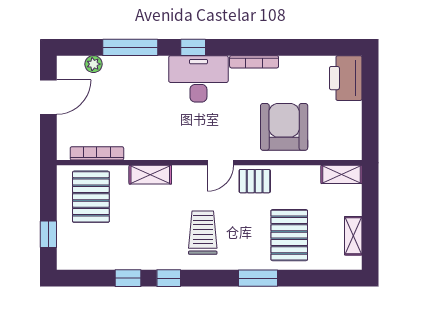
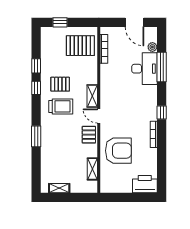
window: (193, 47) -> (162, 112), moved
desk: (198, 79) -> (144, 69), moved
shelving: (341, 174) -> (92, 169), moved
shelving: (150, 175) -> (92, 96), moved
pallet: (289, 235) -> (60, 84), moved, width x0.67, depth x0.71

